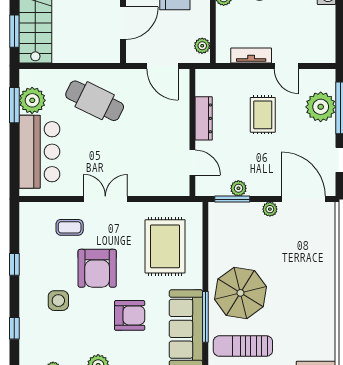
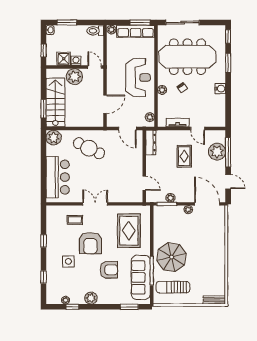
plant: (32, 100) -> (54, 138), moved
window: (14, 105) -> (44, 151), removed
dresser: (204, 118) -> (151, 143), moved

